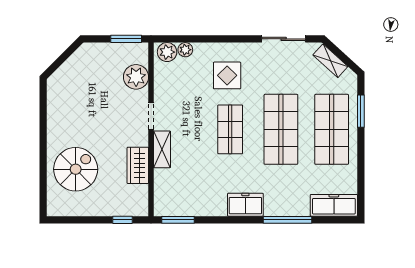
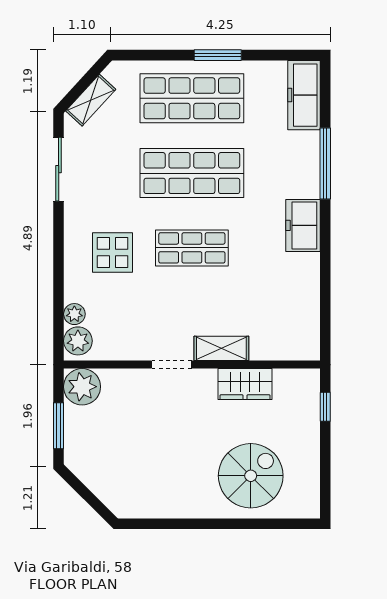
window: (126, 39) -> (59, 426), moved
plant: (136, 77) -> (82, 387), moved
window: (361, 111) -> (218, 55), moved
spiral stairs: (76, 169) -> (251, 476), turned 90
window: (178, 220) -> (325, 325), removed

